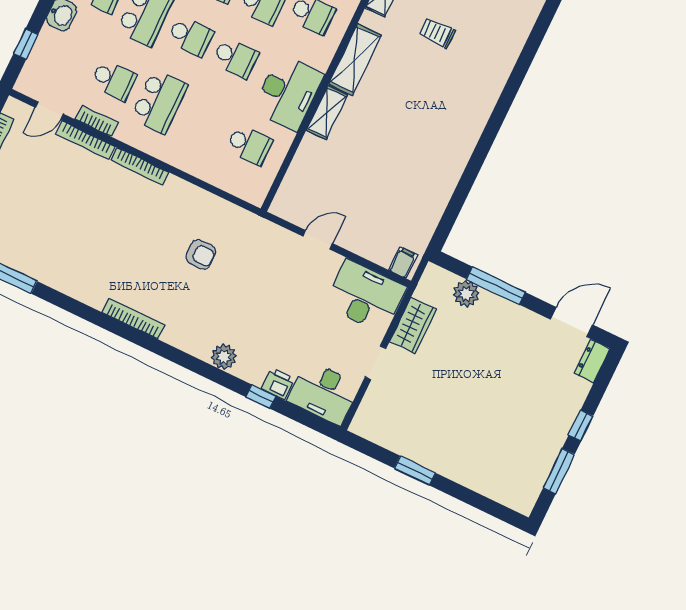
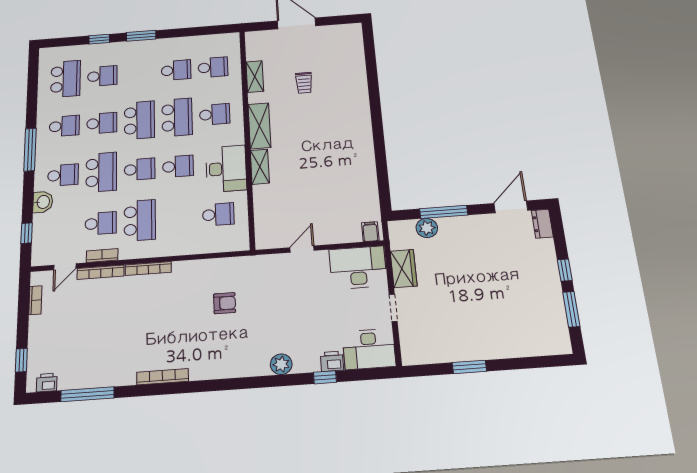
trolley: (437, 33) -> (304, 83), turned -90
bookcase: (133, 319) -> (162, 377), moved

